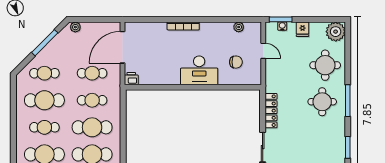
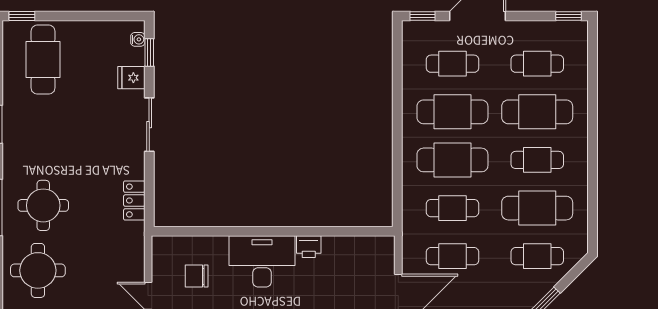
printer: (131, 79) -> (309, 247), moved
locker: (271, 111) -> (134, 201), width x0.66

